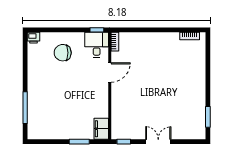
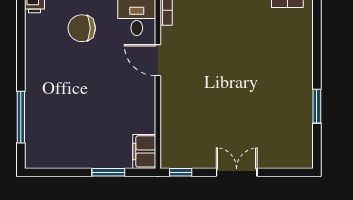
door: (110, 72) -> (158, 60), swing flipped
window: (208, 117) -> (317, 106), moved

